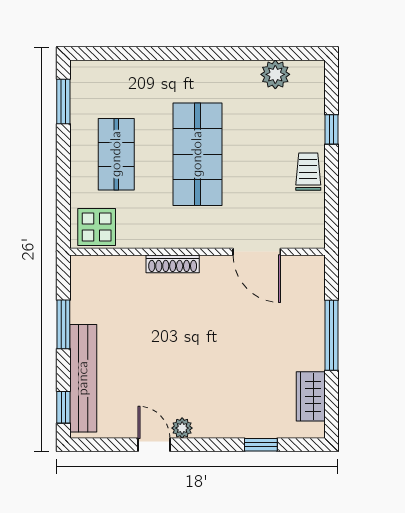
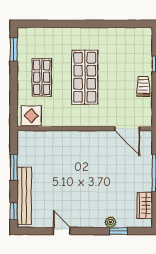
plant: (275, 74) -> (126, 35), removed
door: (257, 252) -> (127, 129), moved
shoe rack: (173, 264) -> (72, 135), removed
plant: (182, 428) -> (110, 222), moved

